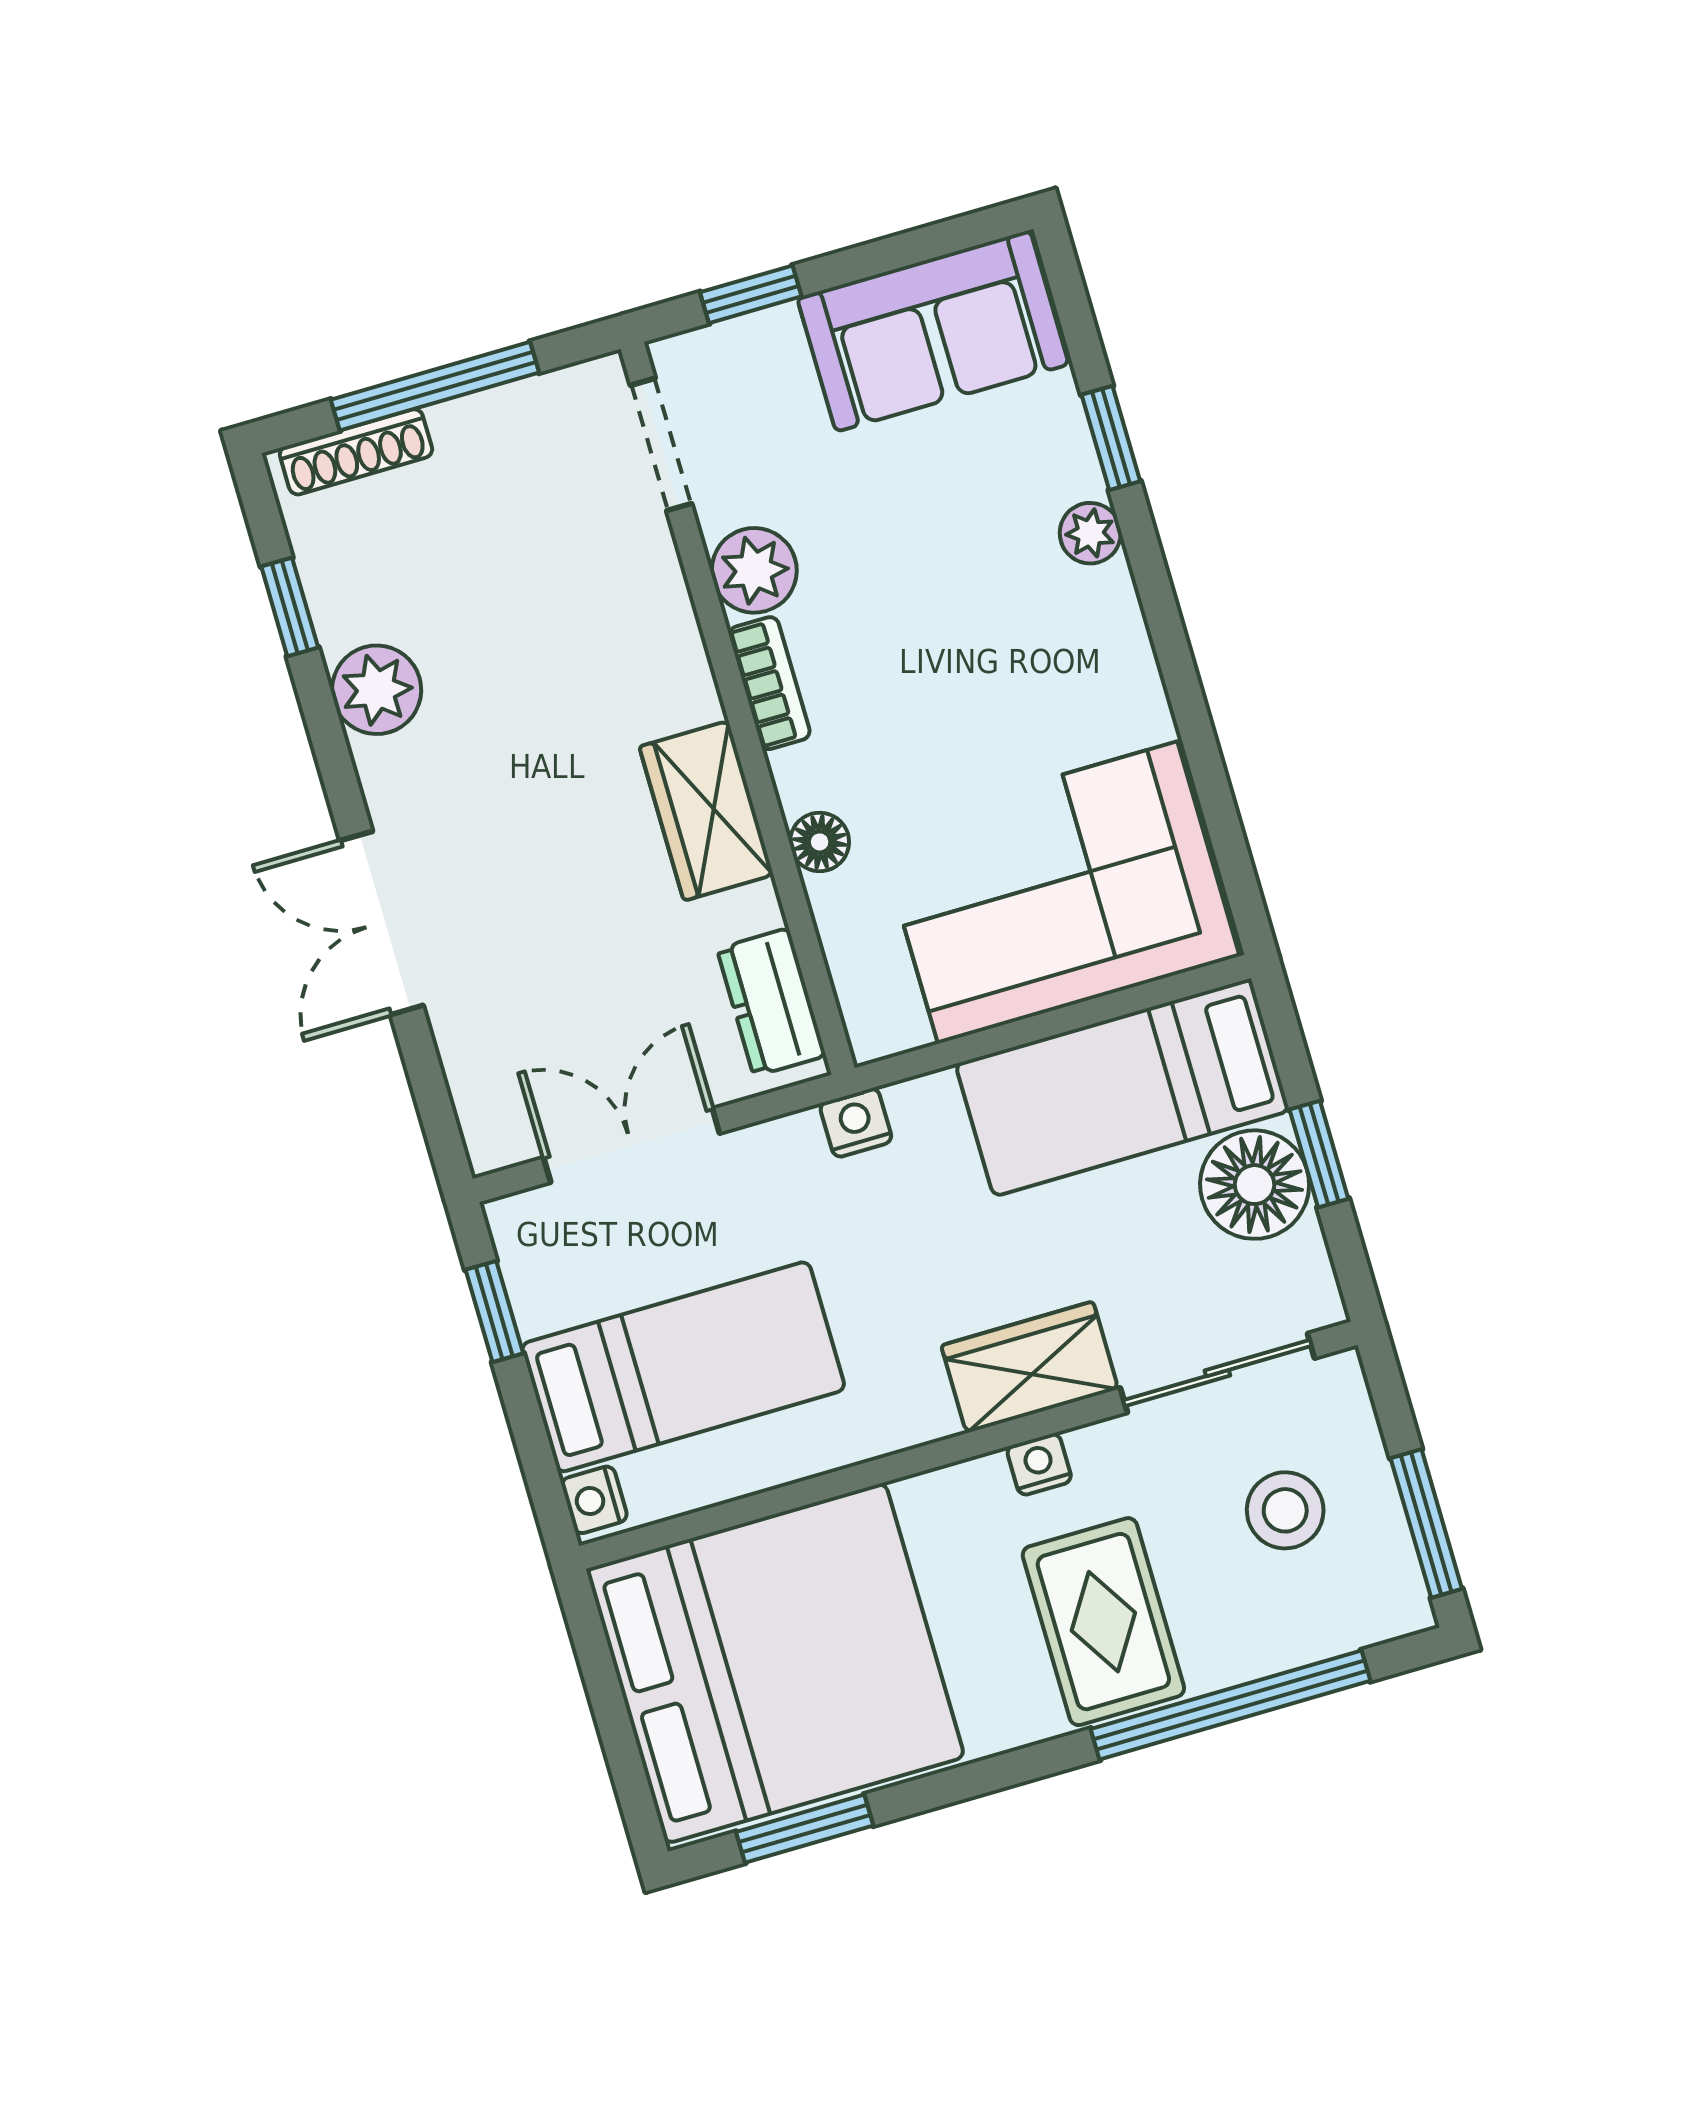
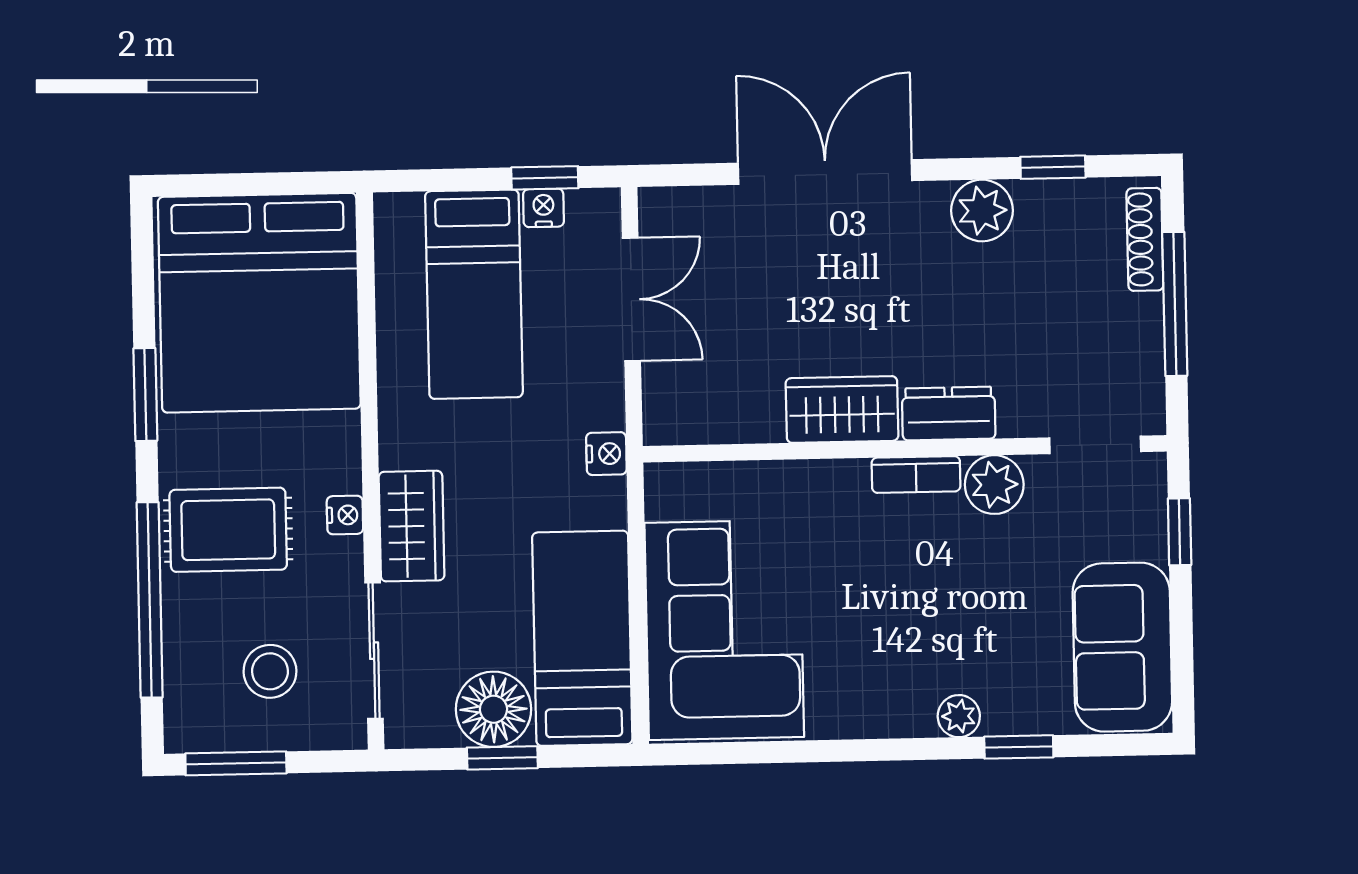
floor lamp: (820, 842) -> (801, 480), removed
double door: (382, 923) -> (825, 172), width x1.37
dresser: (771, 1002) -> (949, 414), moved
nightstand: (594, 1500) -> (543, 208), moved
window: (805, 1829) -> (145, 394), moved

